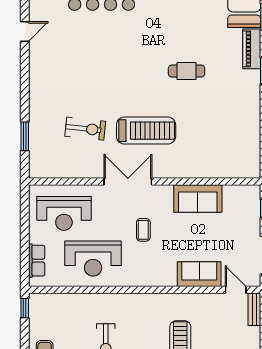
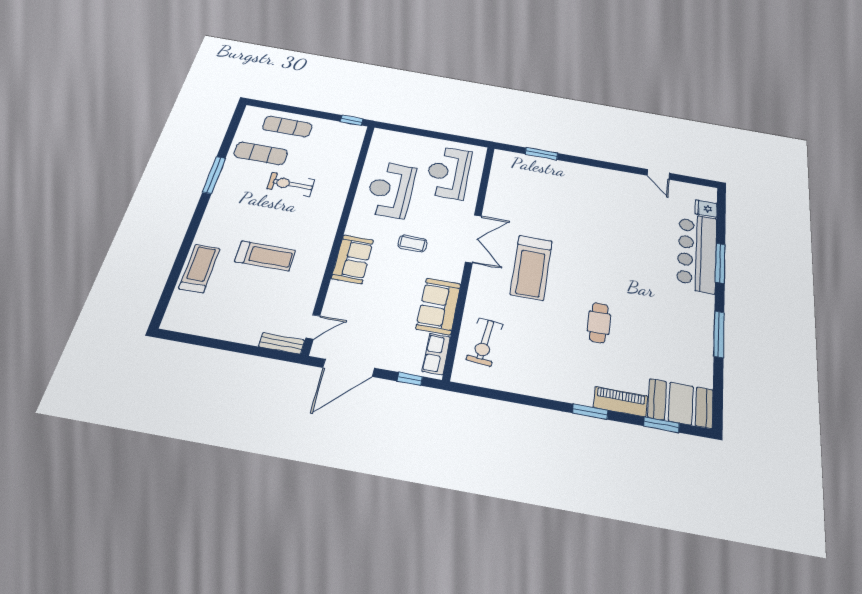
exercise bike: (85, 129) -> (485, 342), moved
row of seats: (37, 261) -> (436, 354), moved, turned 90
sofa: (199, 274) -> (353, 259), moved

